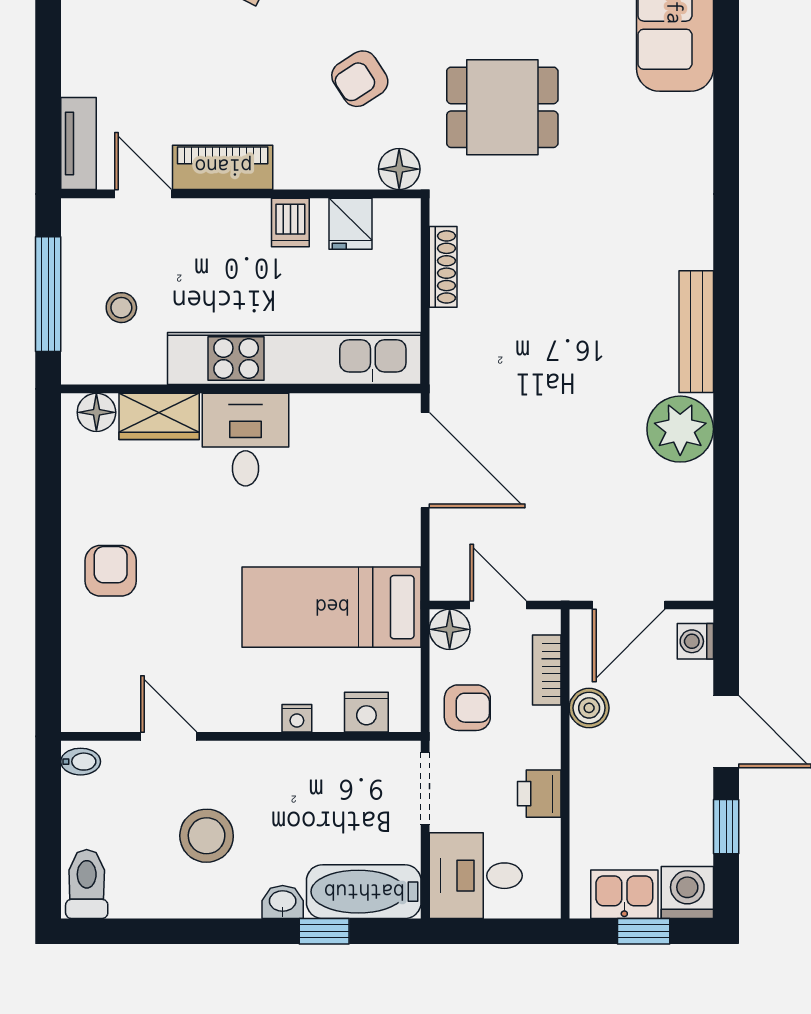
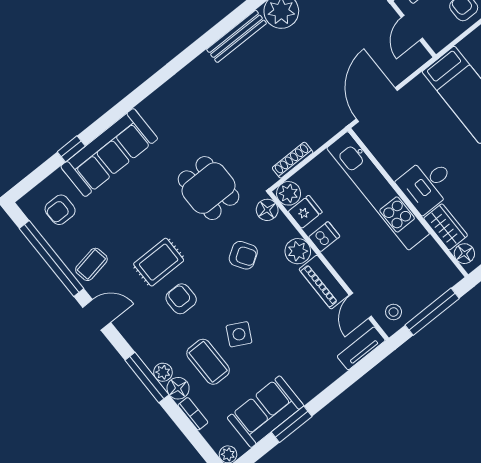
plant: (300, 165) -> (298, 251), added
plant: (398, 221) -> (289, 193), added
stool: (121, 308) -> (394, 312), moved
floor lamp: (450, 629) -> (438, 40), removed

